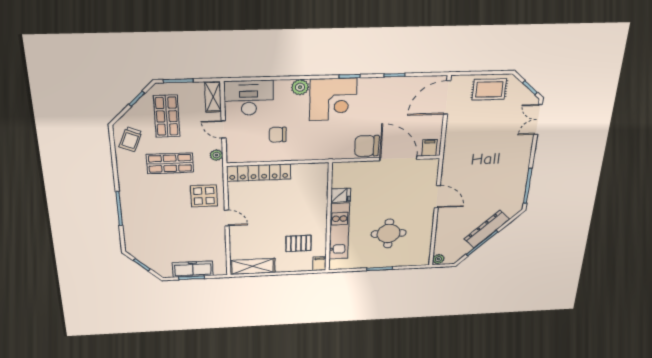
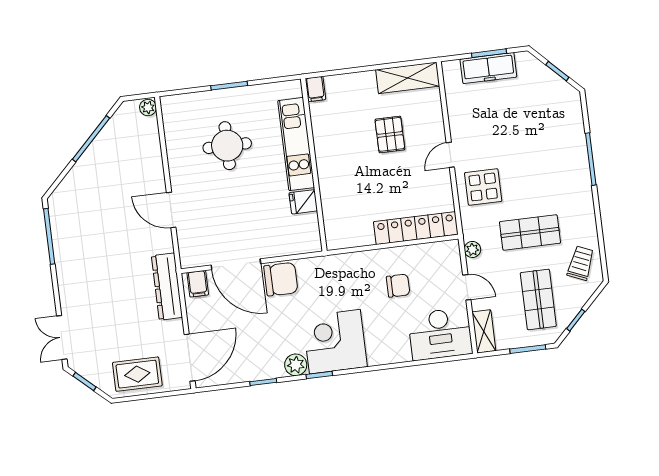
plant: (300, 87) -> (296, 365), moved
double door: (538, 120) -> (62, 337), swing flipped
door: (227, 218) -> (450, 155), hinge flipped
dresser: (487, 229) -> (167, 287), moved, turned 135
pallet: (299, 243) -> (390, 134), moved, turned 90

